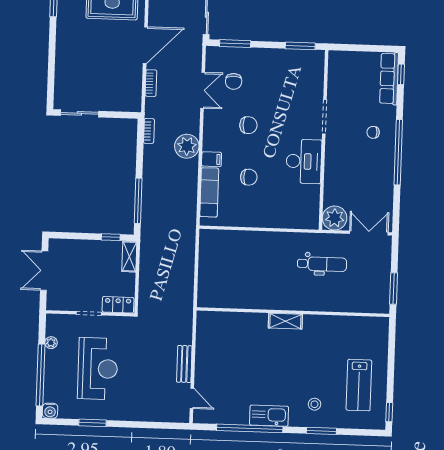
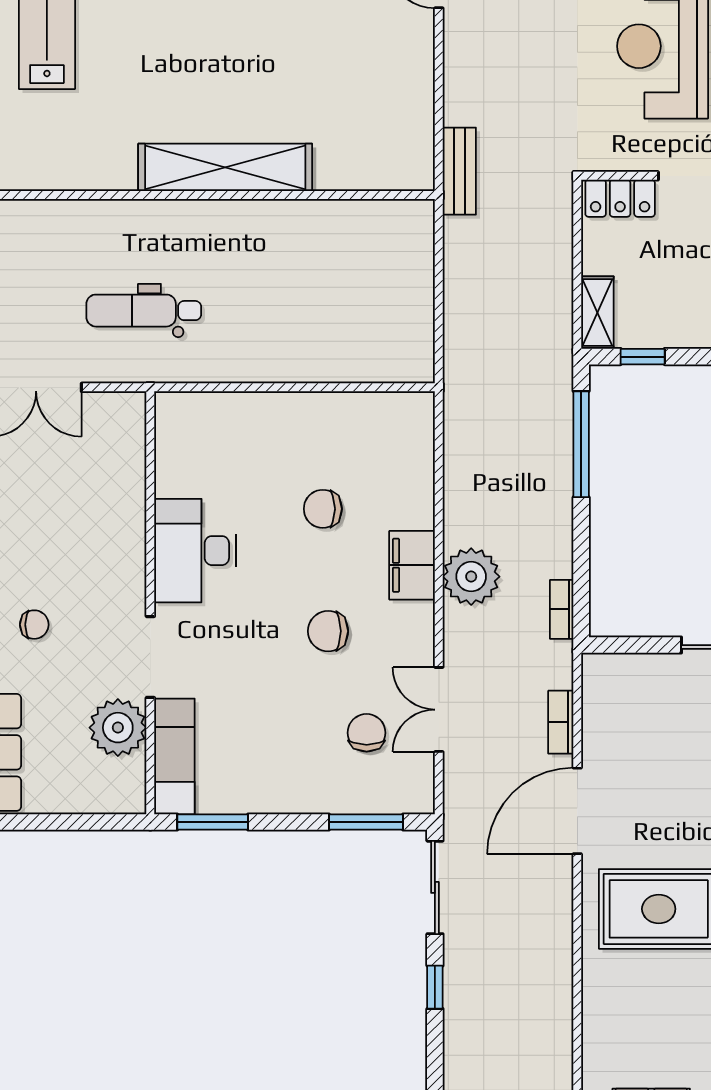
filing cabinet: (212, 159) -> (412, 565), width x2.00
exam couch: (209, 192) -> (174, 756), moved, turned 180
plant: (335, 218) -> (118, 728), moved
shelving: (285, 321) -> (225, 167), width x2.20, depth x1.33
bench: (184, 364) -> (459, 171), moved

